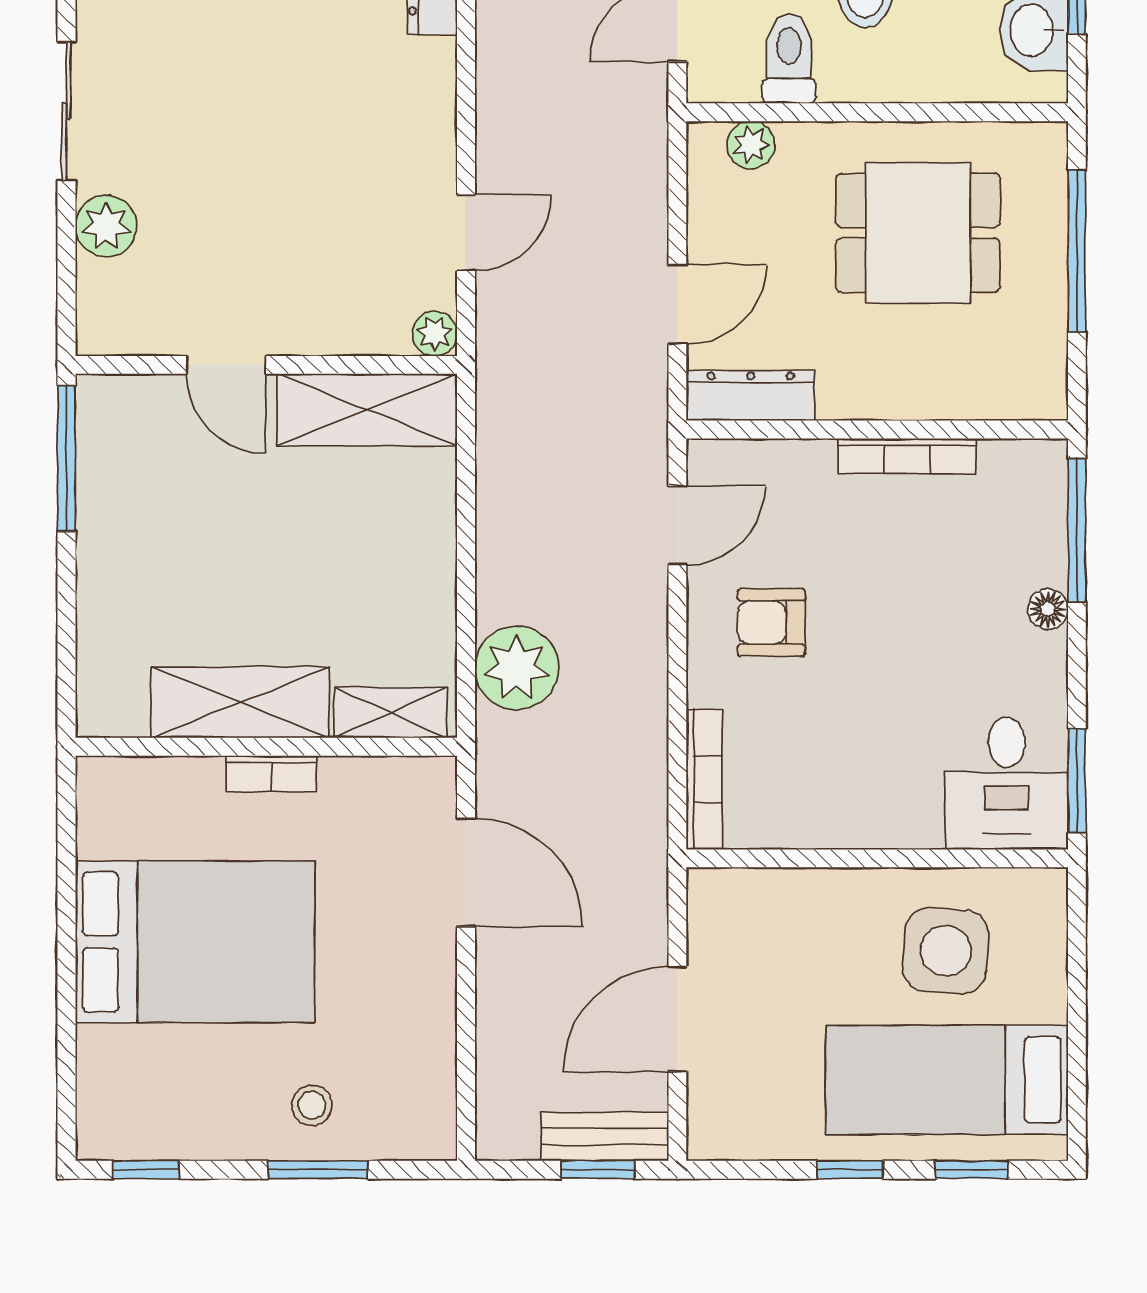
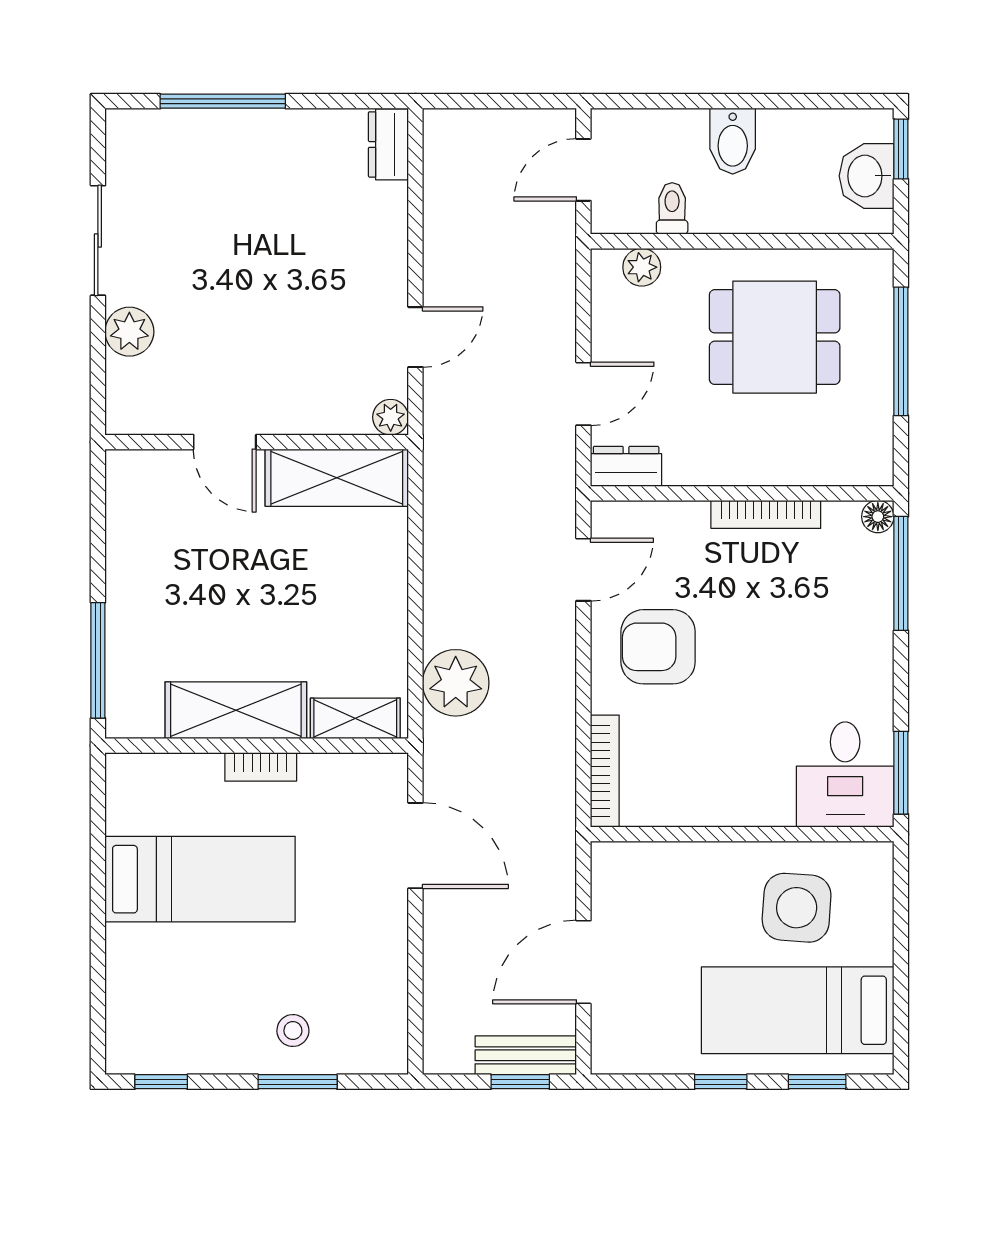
toilet: (789, 59) -> (672, 208), width x0.73, depth x0.72
dresser: (751, 396) -> (626, 466), width x0.70
window: (66, 458) -> (98, 660), moved
floor lamp: (1048, 609) -> (878, 517), moved
armchair: (771, 623) -> (658, 647), width x1.38, depth x1.38
bed: (195, 942) -> (200, 879), width x0.67

